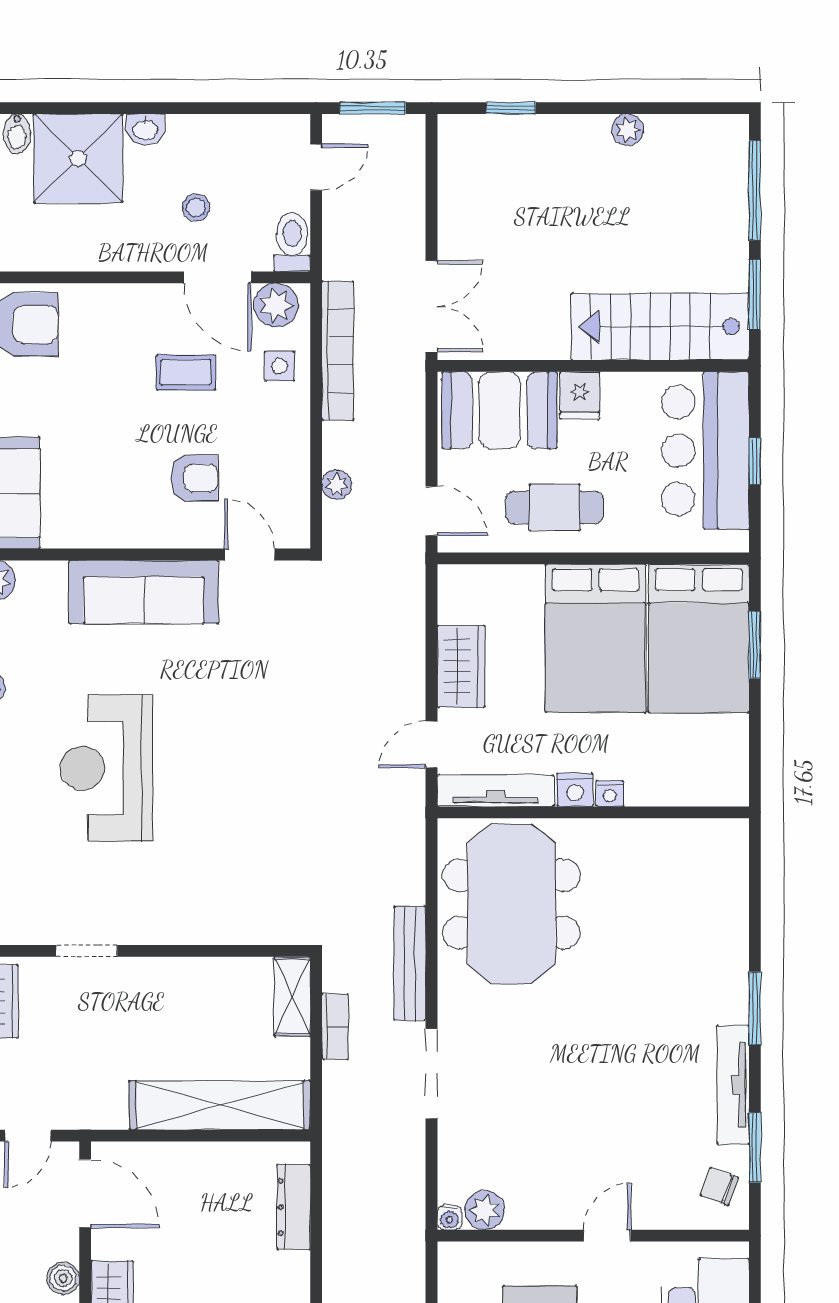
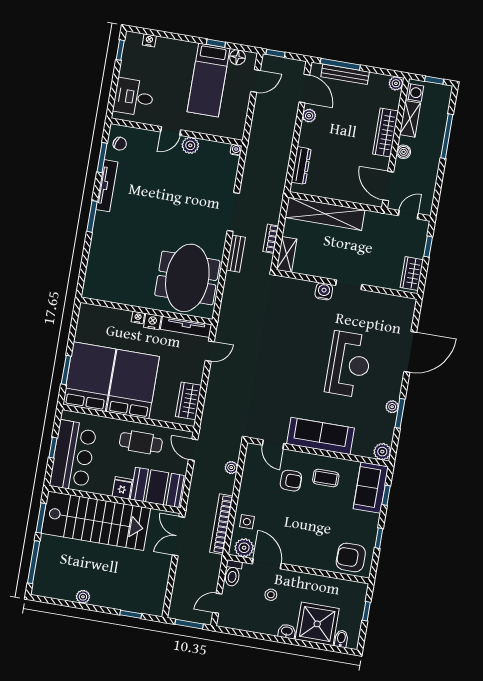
stairs: (660, 327) -> (96, 521), width x1.36, depth x1.51
coffee table: (186, 372) -> (326, 478), moved
armchair: (194, 478) -> (291, 481), turned 180
wardrobe: (461, 666) -> (188, 401), moved
water cooler: (192, 926) -> (324, 291), added
doorway: (87, 951) -> (349, 285), moved
bench: (410, 963) -> (236, 254), width x0.73
plant: (485, 1210) -> (190, 145), moved

